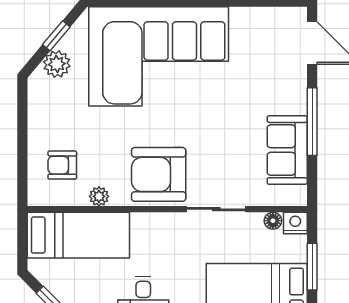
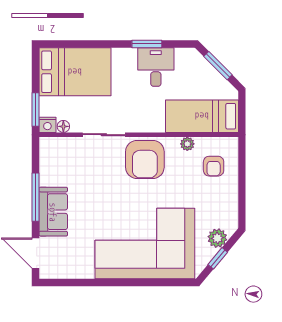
sofa: (287, 150) -> (53, 212), moved
armchair: (62, 165) -> (214, 166), turned 90
armchair: (159, 174) -> (145, 159), turned 90
window: (312, 267) -> (35, 109), moved

